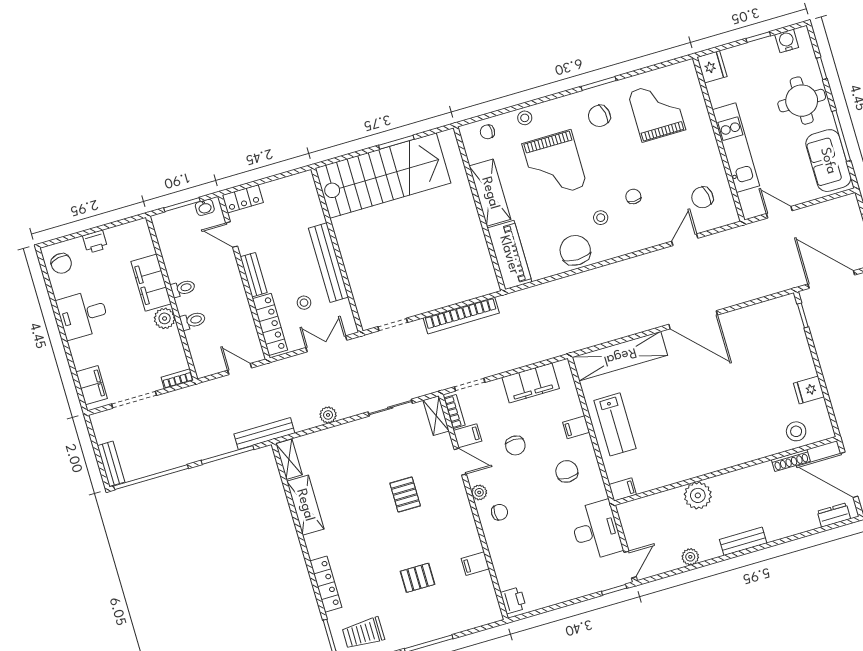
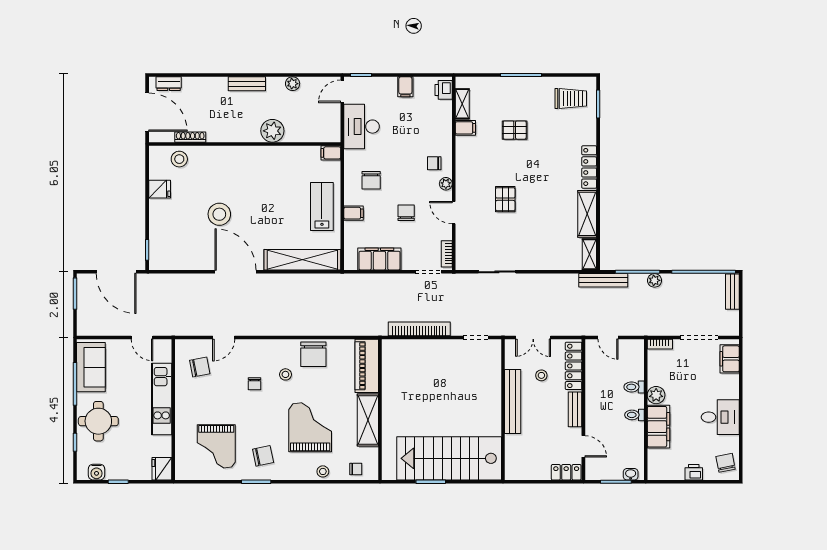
washbasin: (205, 207) -> (631, 474), moved
stool: (731, 381) -> (219, 214), added
plant: (328, 415) -> (654, 280), moved
shelving: (436, 416) -> (462, 104), moved
filing cabinet: (467, 436) -> (405, 87), moved, turned -90
locker: (326, 584) -> (589, 167), moved

